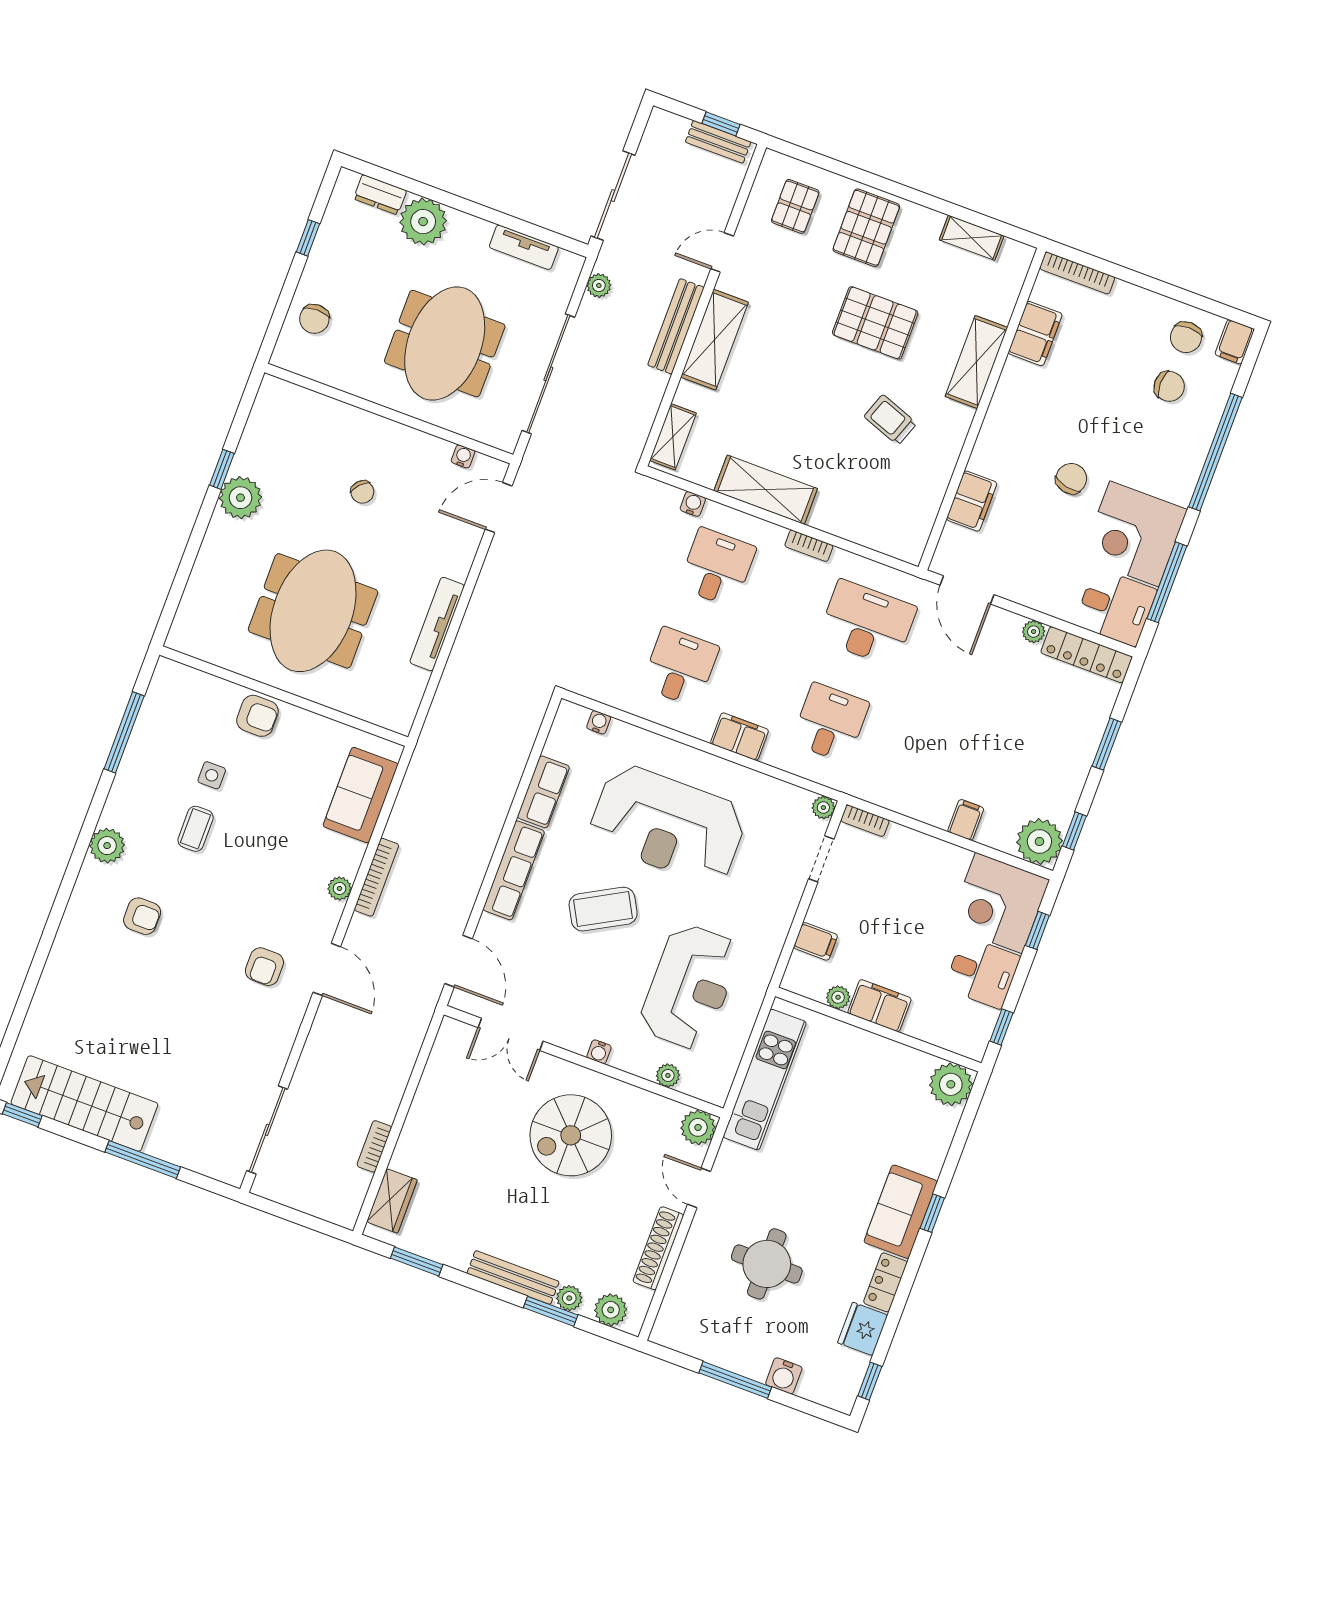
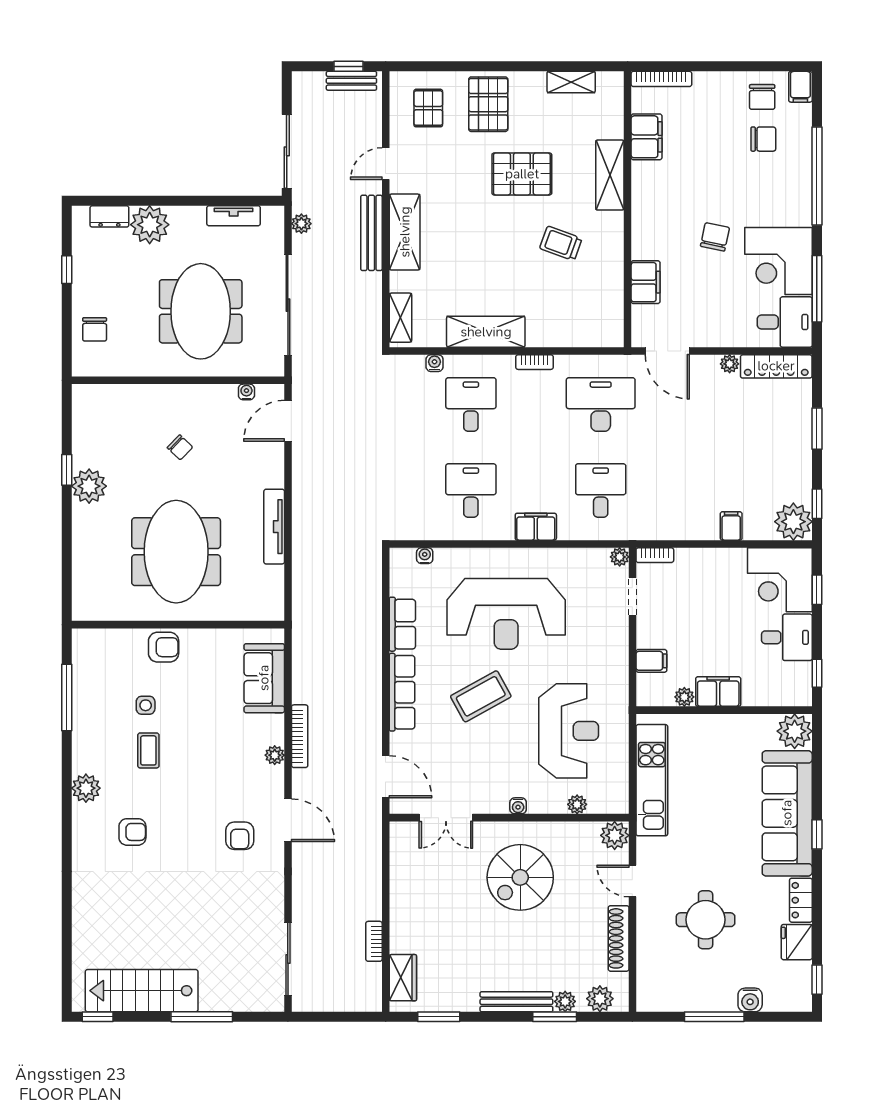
sofa: (901, 1212) -> (787, 813), width x1.85, depth x1.27

